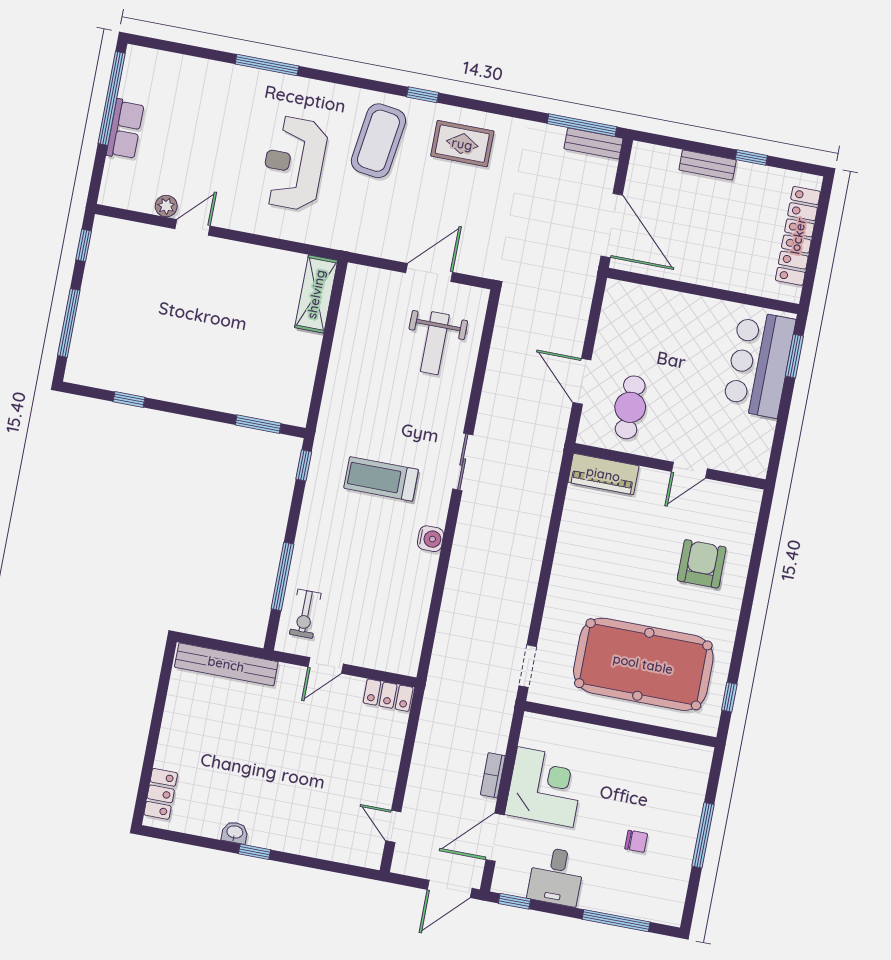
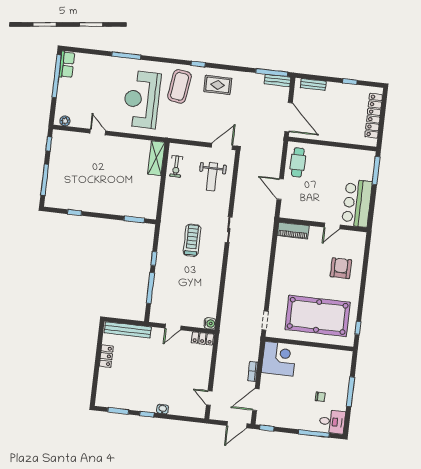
row of seats: (125, 129) -> (67, 65), moved
reception desk: (294, 163) -> (142, 99), width x1.36, depth x1.30
bench: (708, 165) -> (313, 84), moved
plant: (166, 206) -> (65, 121), moved
door: (193, 227) -> (98, 132), hinge flipped
door: (429, 273) -> (222, 146), moved
window: (794, 356) -> (376, 171), width x1.44
bar counter: (759, 364) -> (357, 203), moved
cafe table: (630, 407) -> (298, 162), moved
window: (304, 465) -> (154, 259), moved
treadmill: (381, 479) -> (192, 240), turned 90
water cooler: (431, 539) -> (210, 323), moved
exercise bike: (305, 614) -> (176, 166), moved
corner desk: (545, 787) -> (279, 359), moved
locker: (161, 794) -> (106, 356), moved
washbasin: (235, 833) -> (163, 409), moved
window: (193, 840) -> (118, 411), added
desk: (556, 876) -> (332, 422), moved, turned -90

